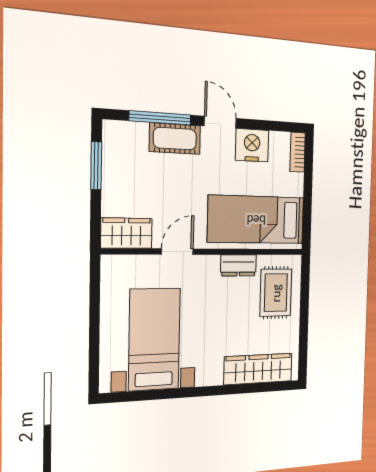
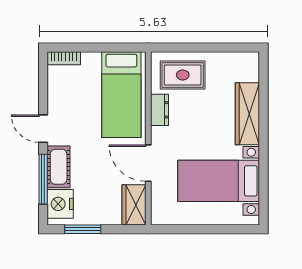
door: (220, 122) -> (43, 129), hinge flipped
nightstand: (252, 145) -> (60, 204), moved
door: (177, 252) -> (148, 163), width x1.38
wardrobe: (258, 369) -> (247, 114), moved

